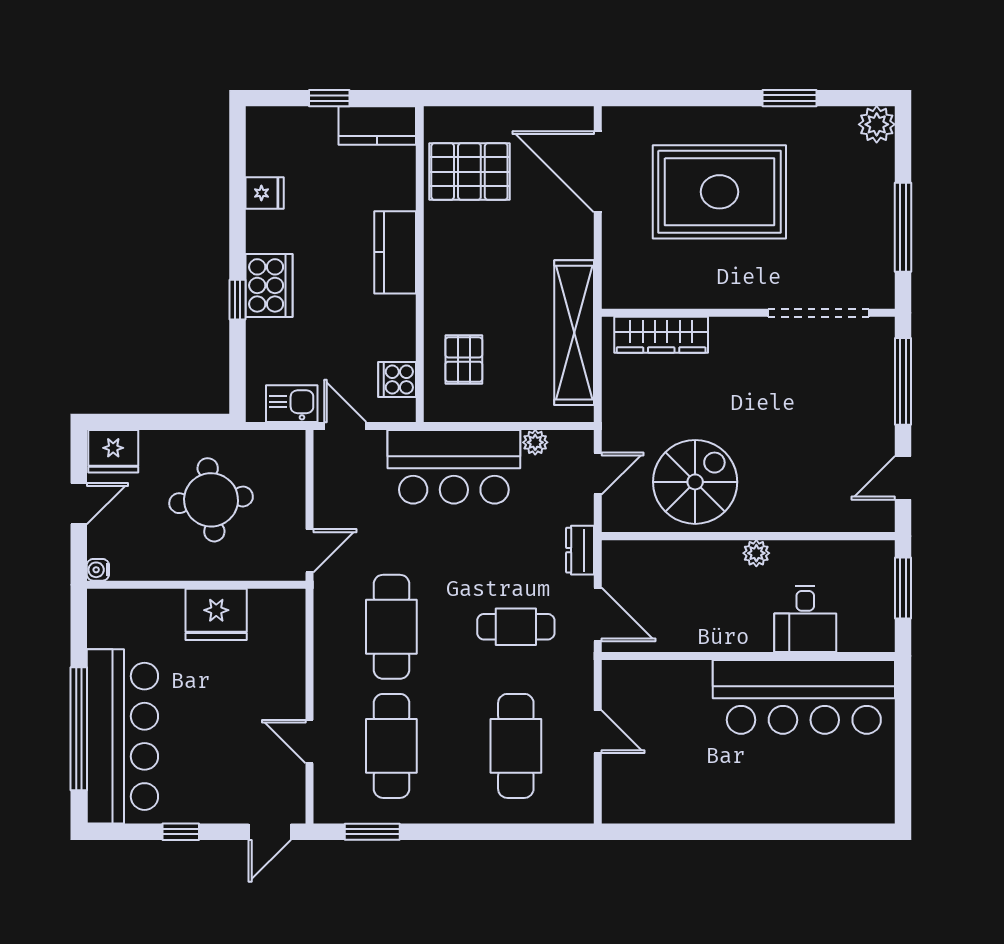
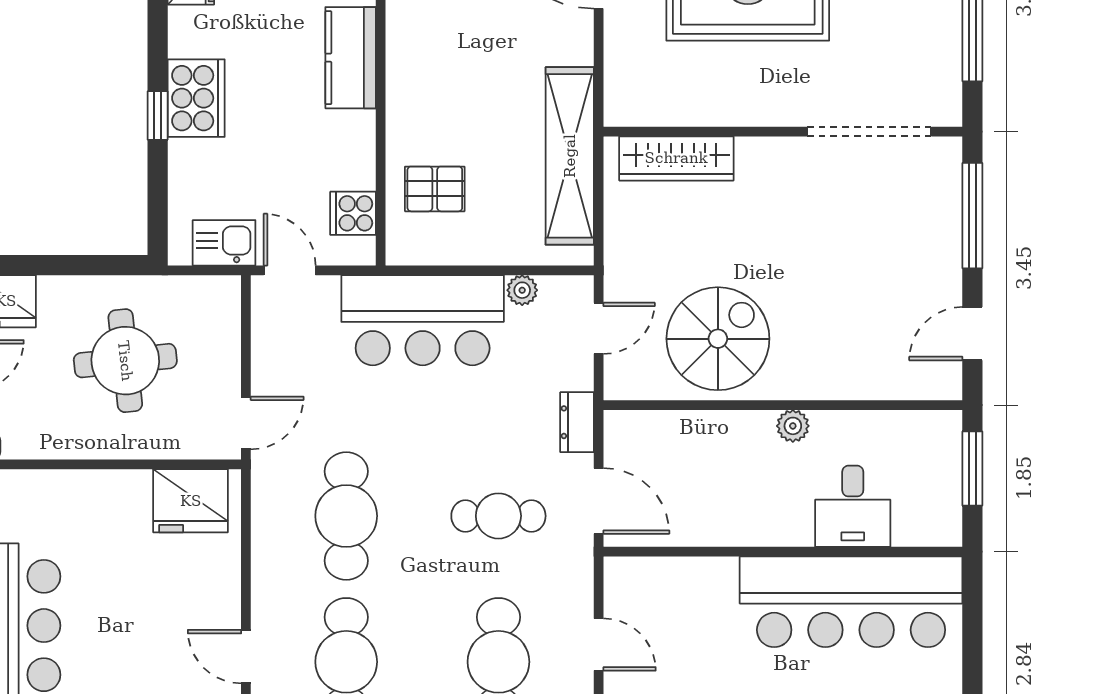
pallet: (464, 360) -> (435, 189), turned 90
fridge: (216, 614) -> (191, 501), moved

